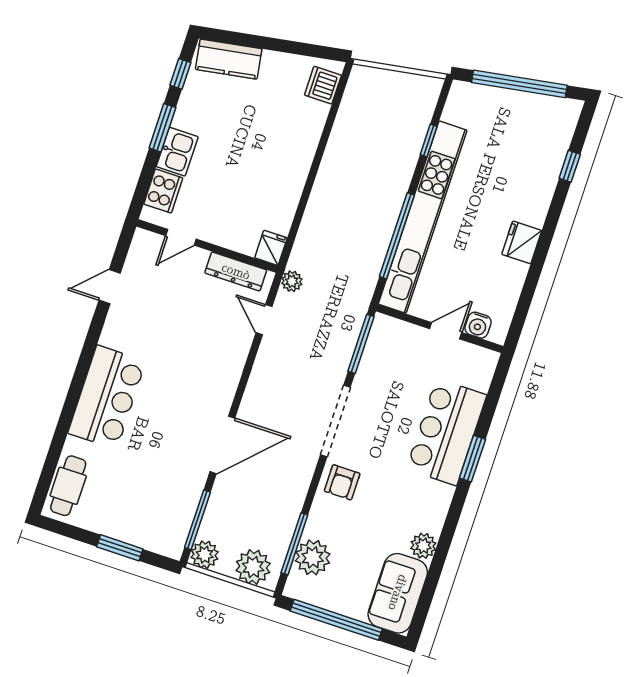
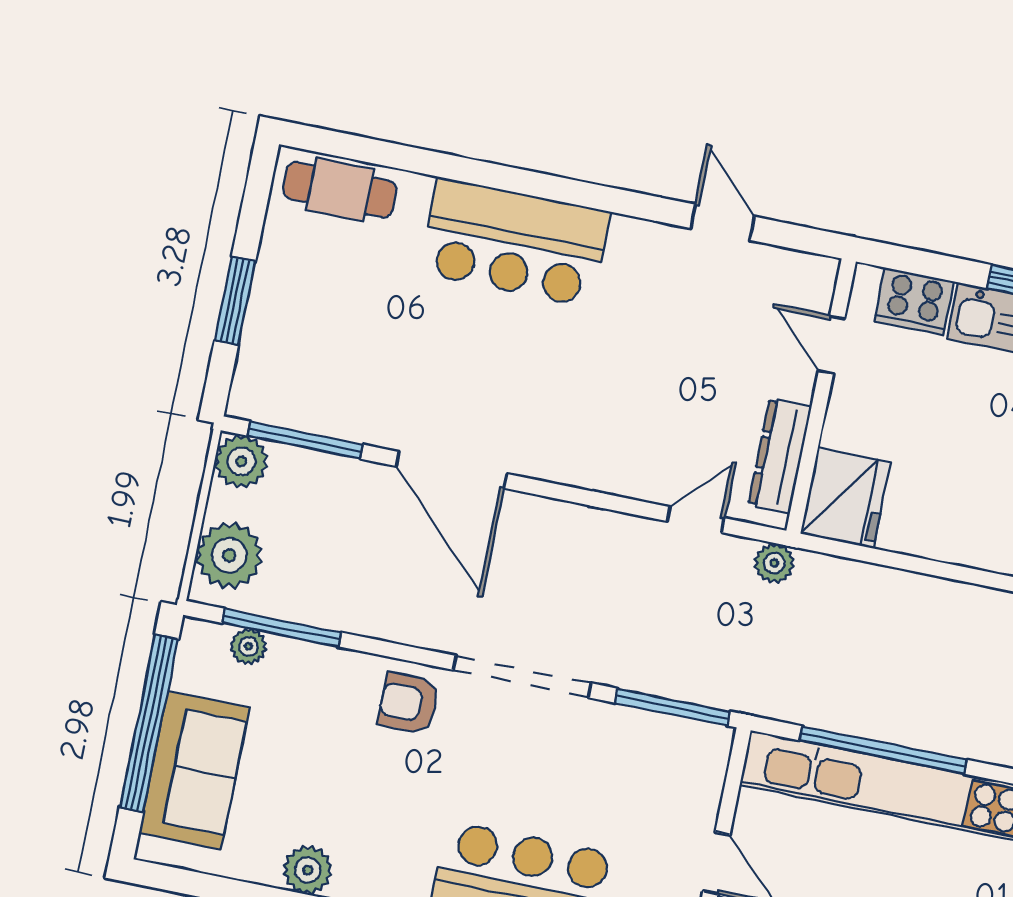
fridge: (271, 248) -> (846, 498), width x1.88, depth x1.34
plant: (313, 557) -> (248, 646), width x0.53, depth x0.53
sofa: (398, 593) -> (194, 770), moved, turned 90

